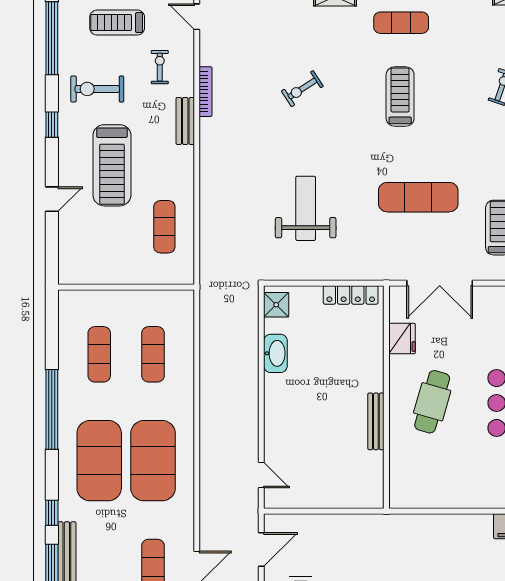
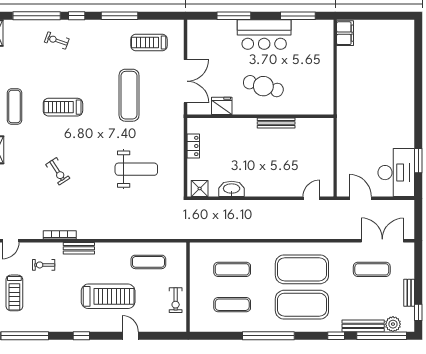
exercise bike: (97, 89) -> (176, 300), moved, width x0.73, depth x0.72
weight bench: (306, 208) -> (136, 169), turned 180
locker: (351, 295) -> (193, 146), width x0.66

